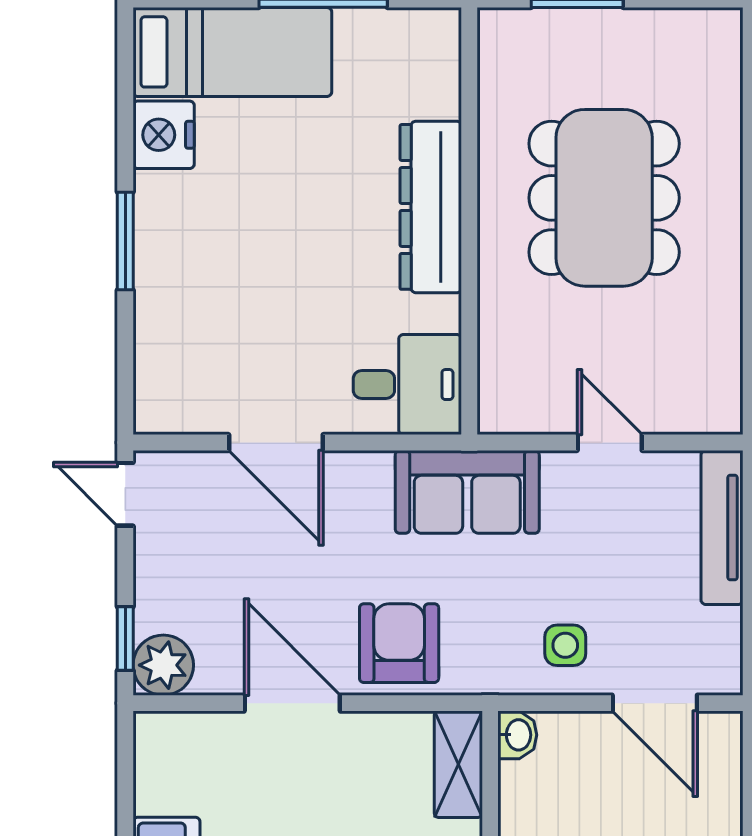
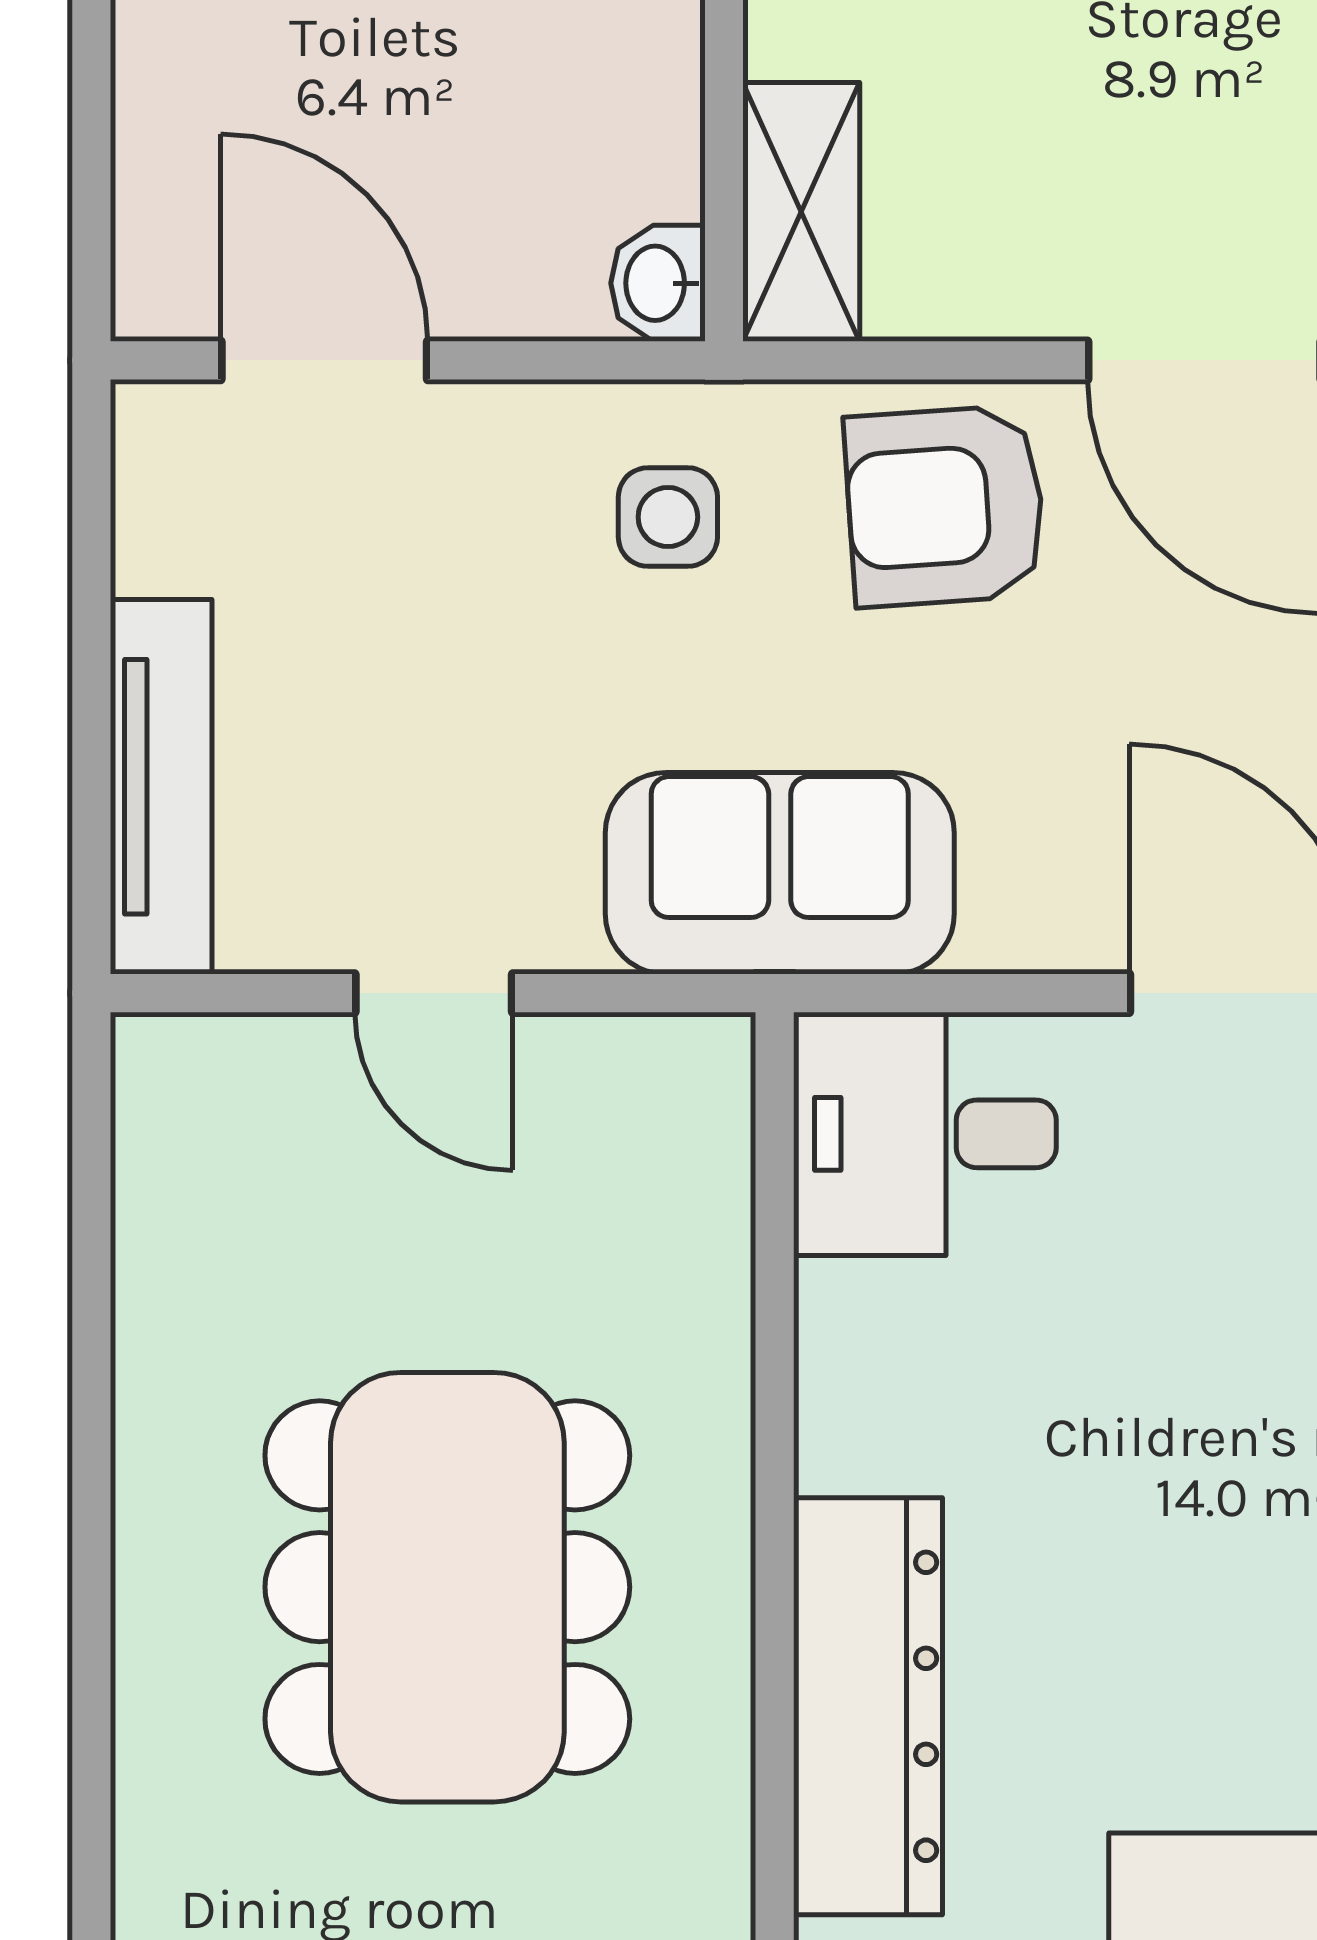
dresser: (431, 207) -> (868, 1706), moved
armchair: (399, 643) -> (945, 506), turned 86
side table: (565, 645) -> (668, 517), moved

